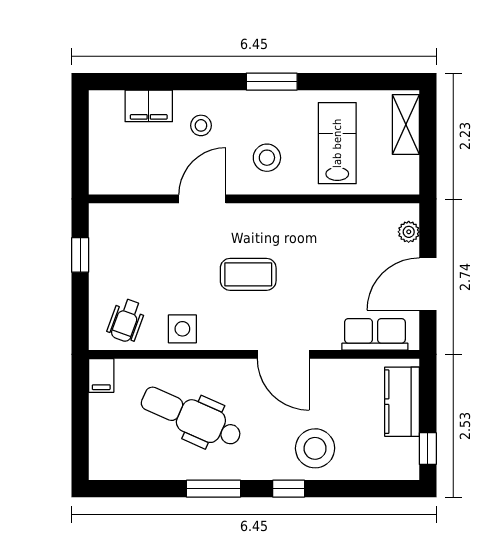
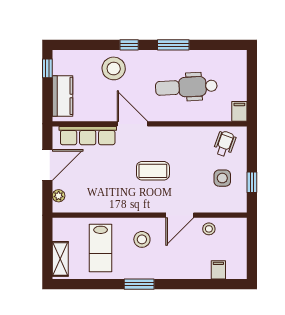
filing cabinet: (149, 106) -> (218, 270), width x0.50
stool: (201, 125) -> (209, 229), moved
side table: (182, 329) -> (222, 178), moved
row of seats: (375, 334) -> (88, 136), width x1.48
dental chair: (191, 417) -> (186, 87), turned 153

